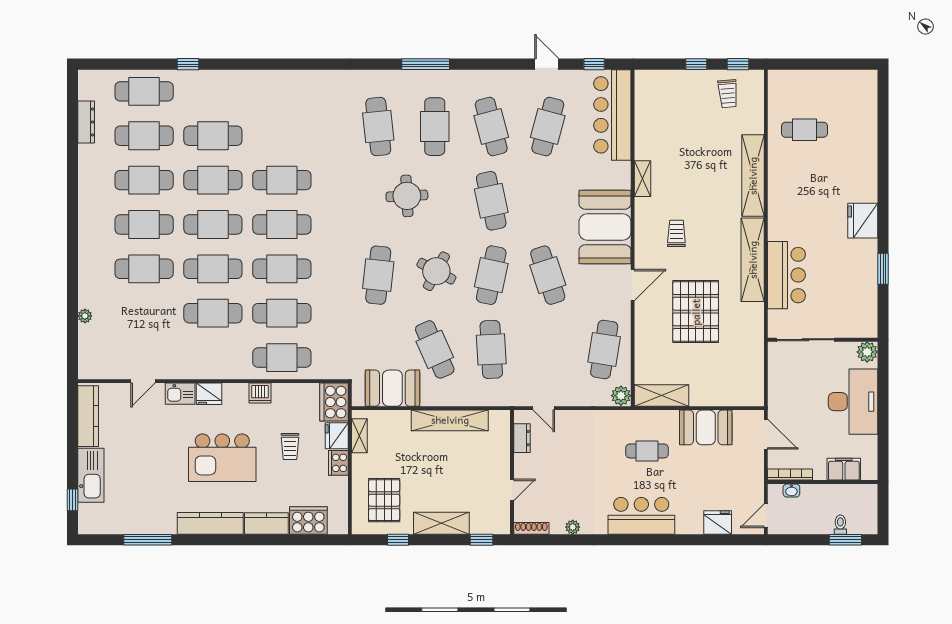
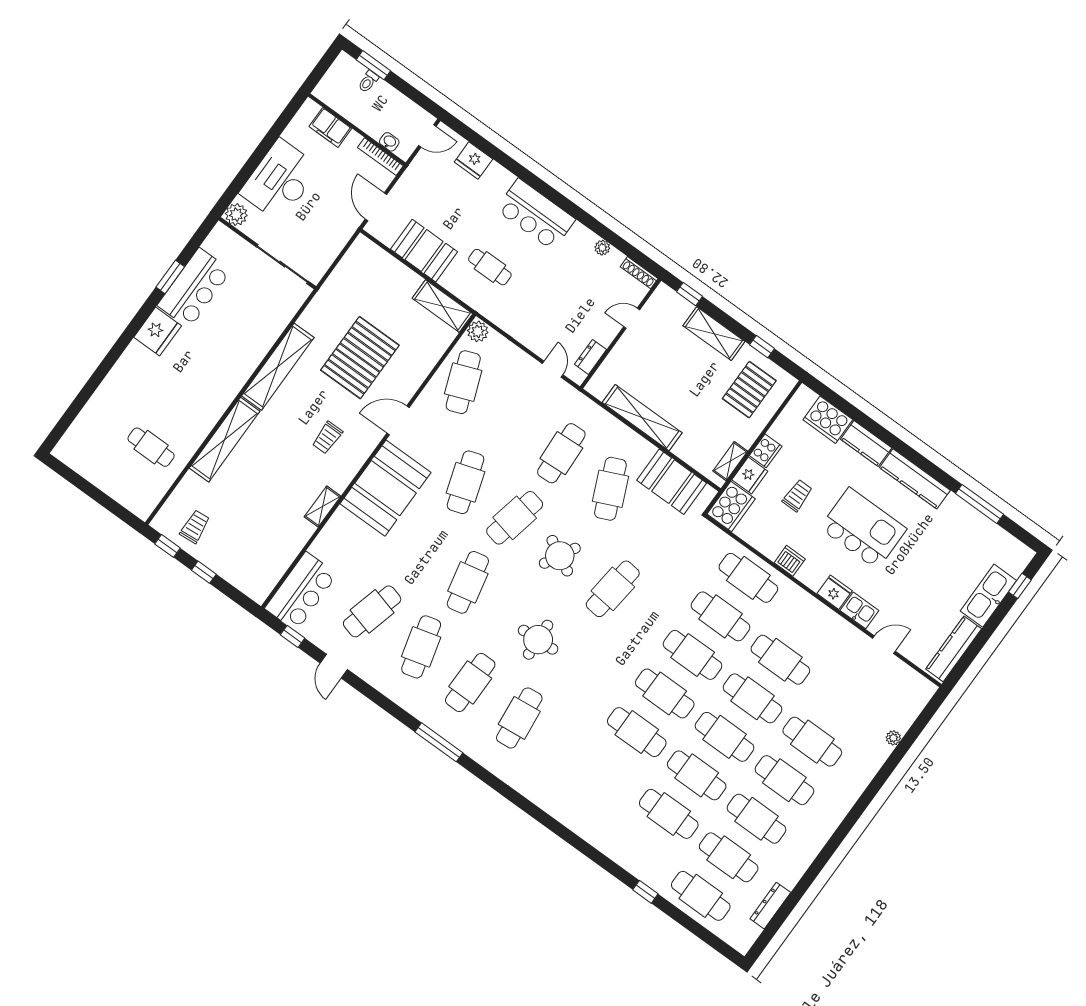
bar counter: (612, 115) -> (301, 591), width x0.73
bar counter: (787, 275) -> (194, 288), moved, turned 180
cafe table: (604, 349) -> (463, 382), turned -30

